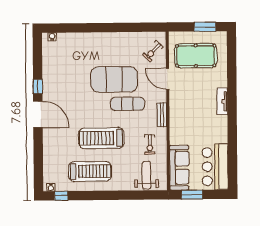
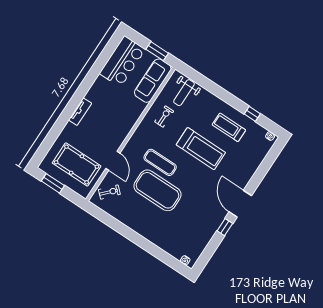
bench: (162, 115) -> (138, 134), removed
treadmill: (90, 171) -> (229, 127), width x0.73, depth x0.73
window: (61, 196) -> (252, 114), moved

